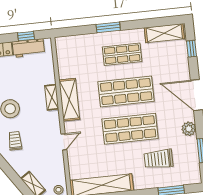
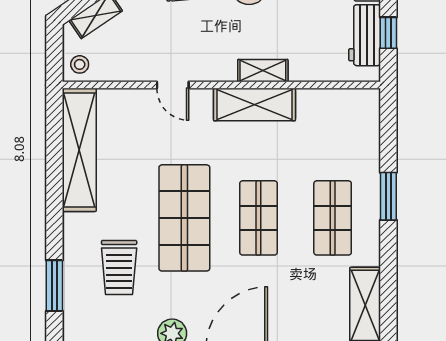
shop shelf: (126, 92) -> (258, 218), width x0.70, depth x0.74
trolley: (159, 159) -> (119, 267), turned 180

